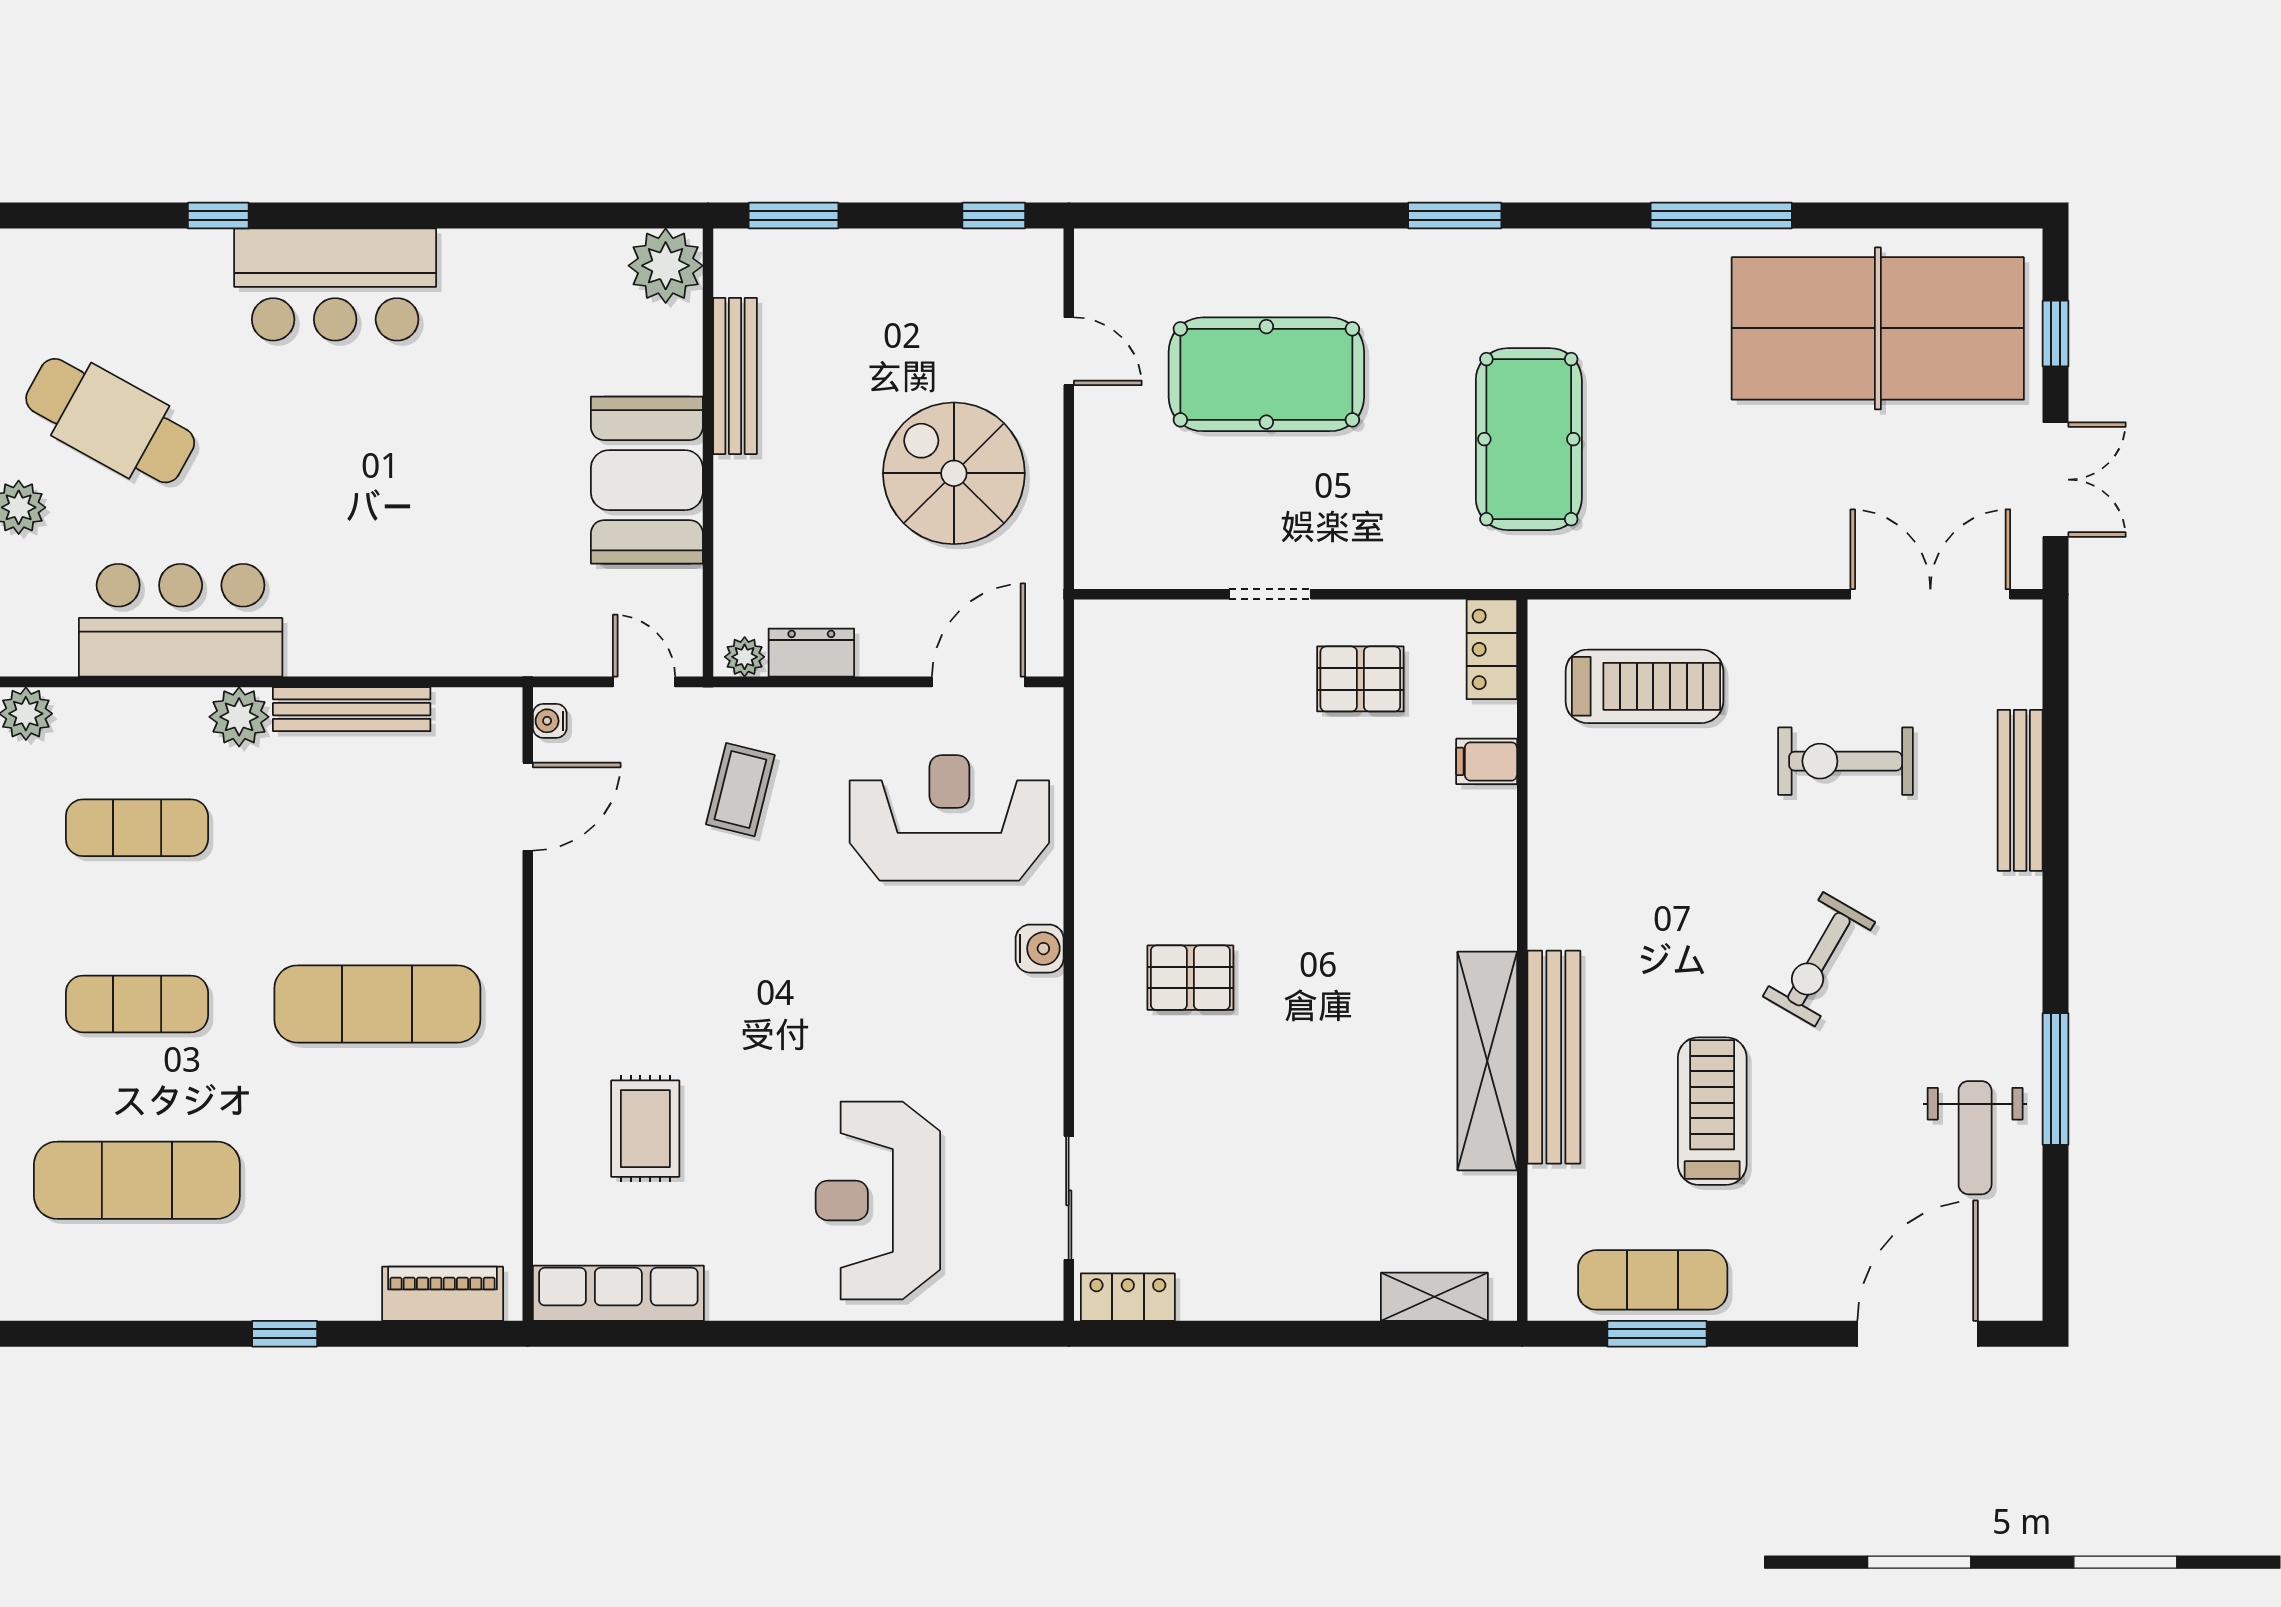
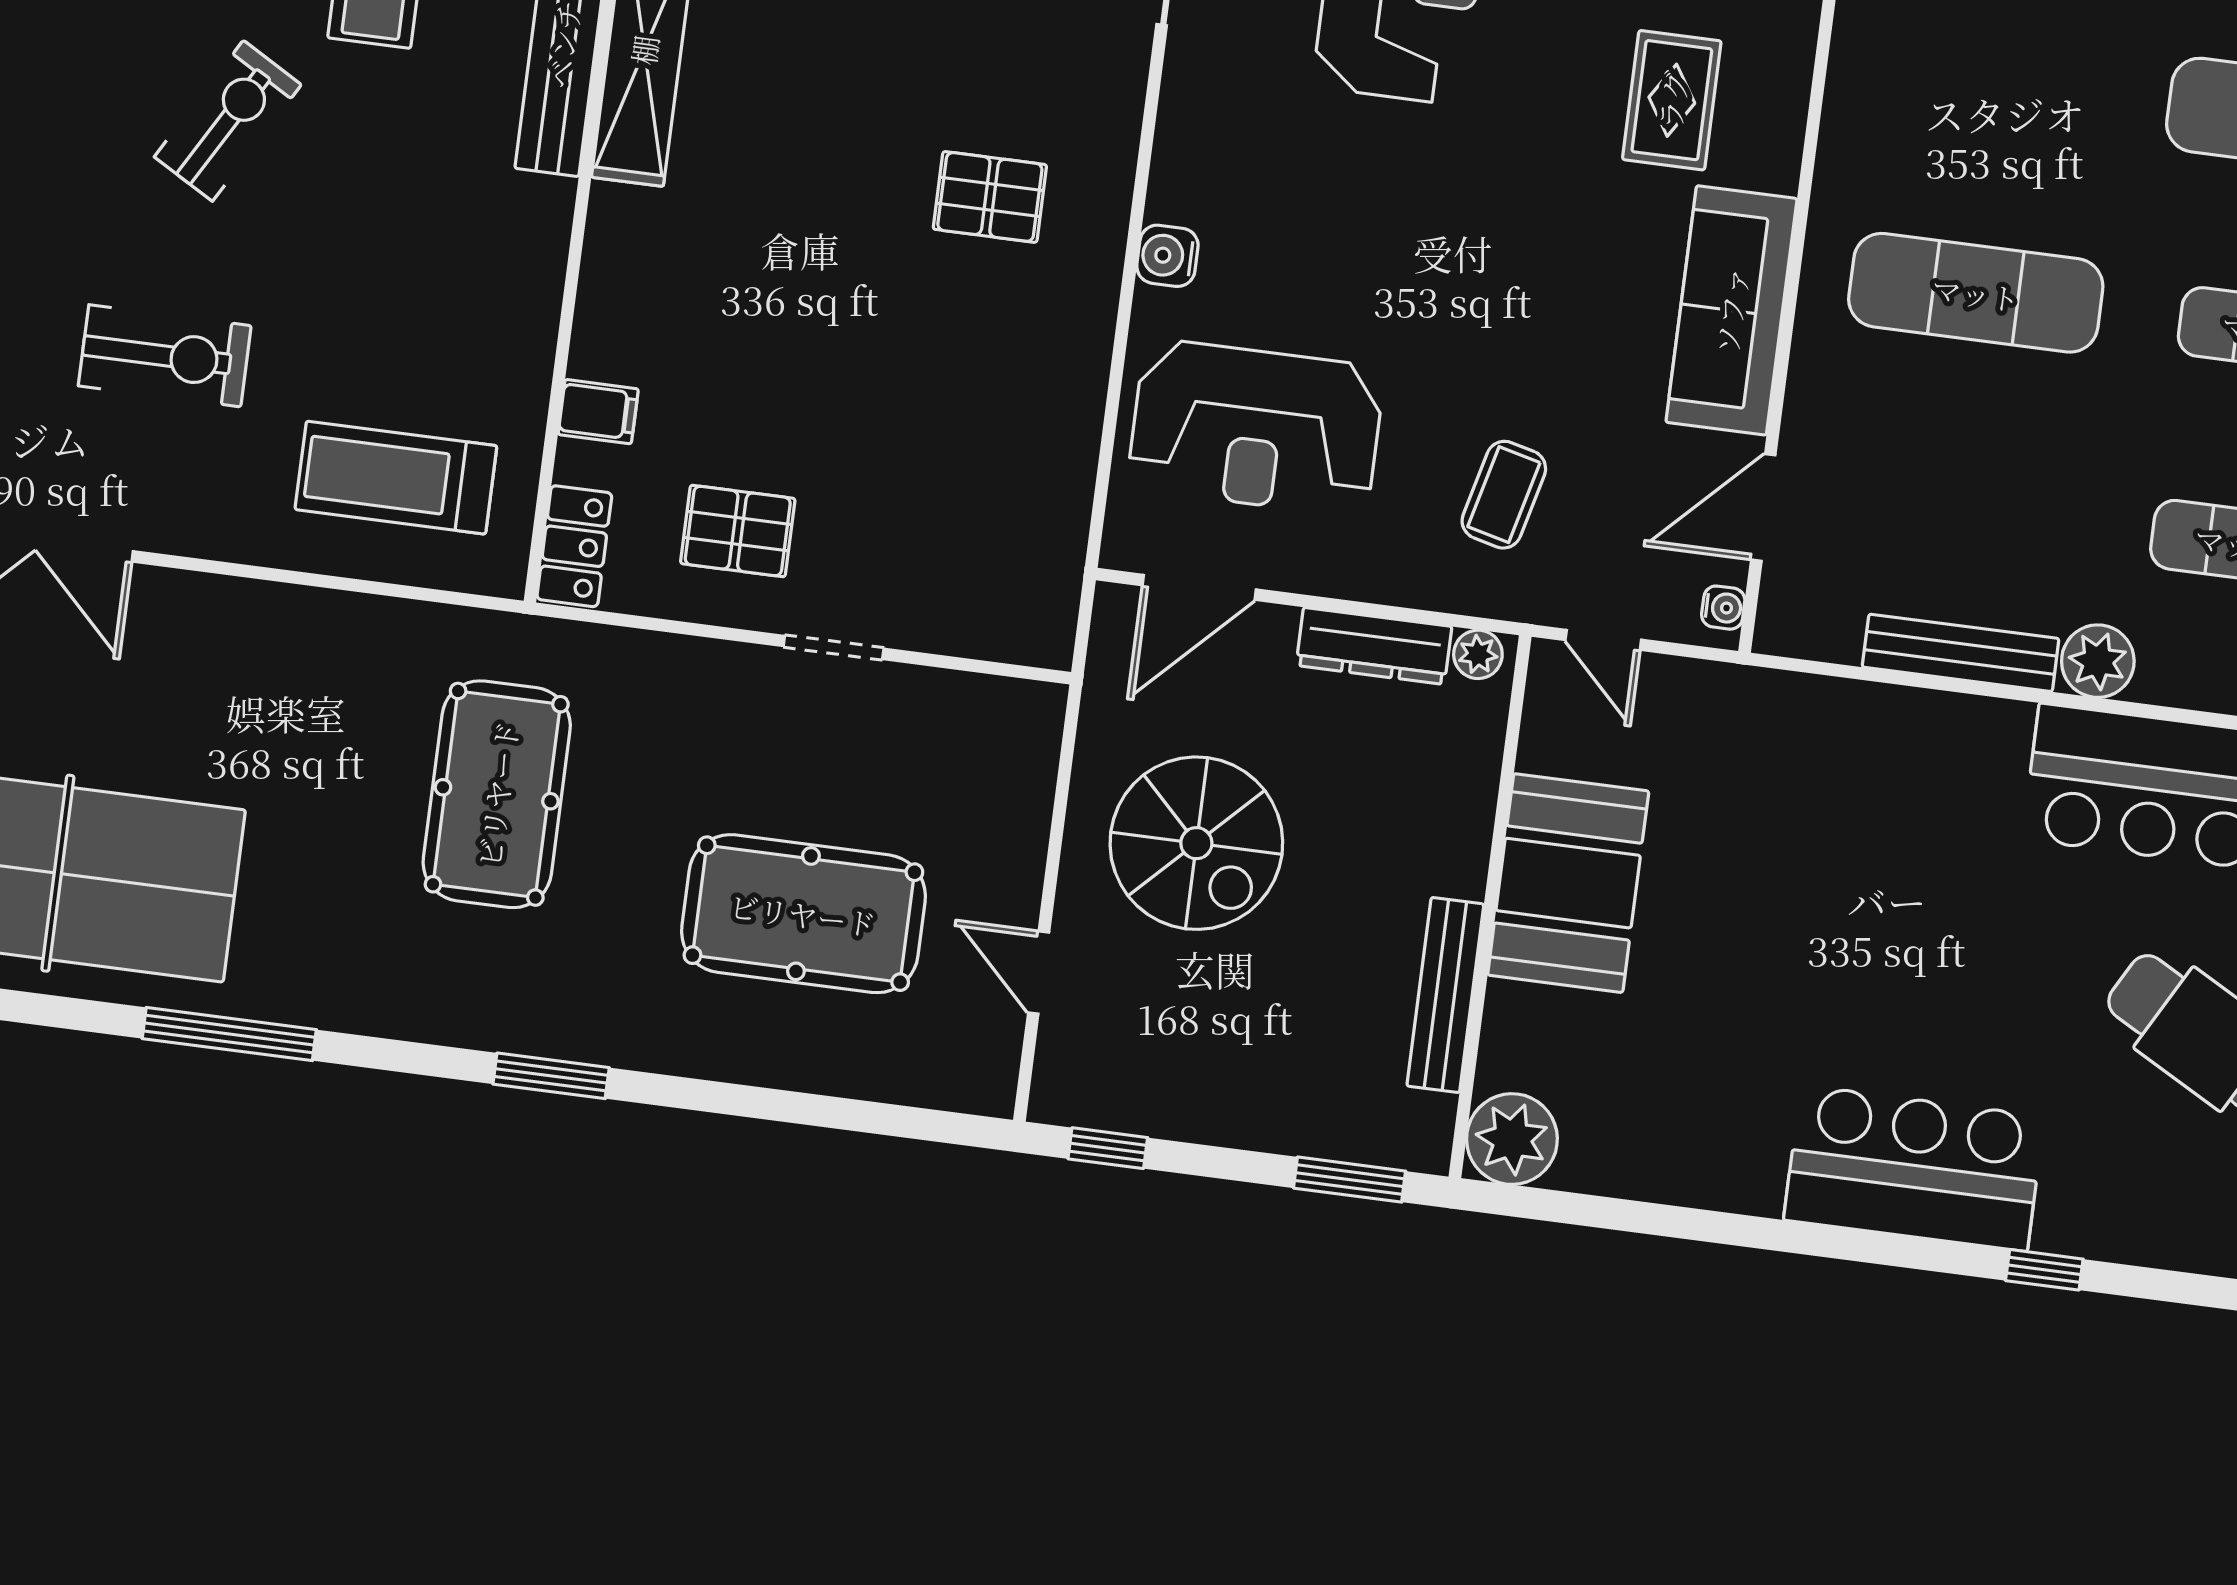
dresser: (811, 653) -> (1374, 646), width x1.44
sofa: (575, 964) -> (1731, 310), added

